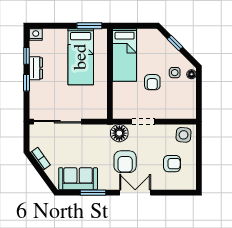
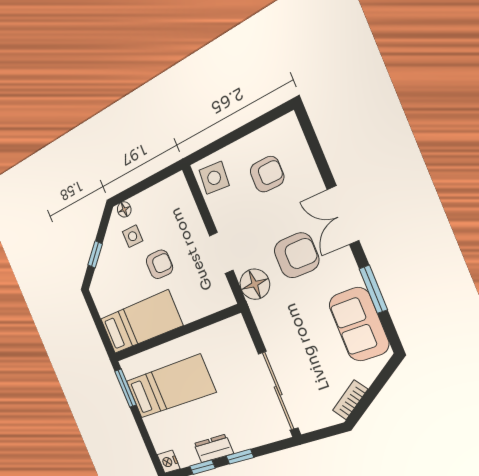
armchair: (172, 164) -> (267, 174), turned 90

